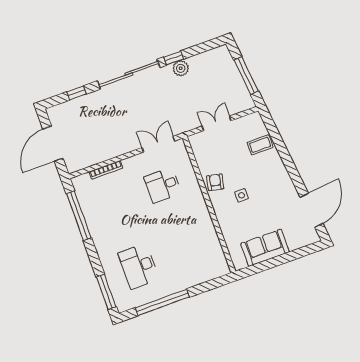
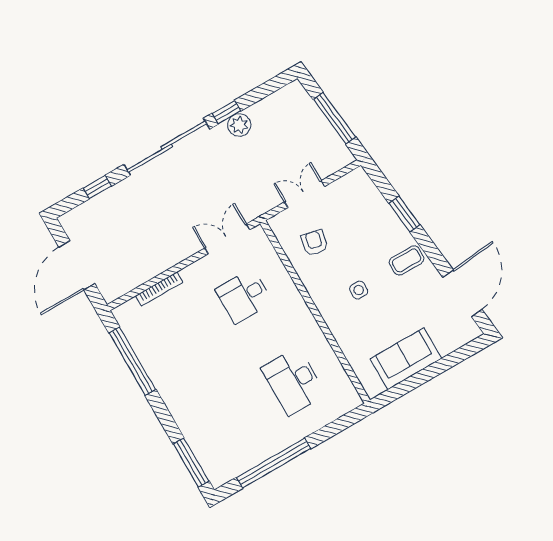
coffee table: (260, 145) -> (407, 260), moved
window: (282, 149) -> (404, 214), added
armchair: (215, 182) -> (314, 243), moved
desk: (139, 266) -> (293, 381), moved

